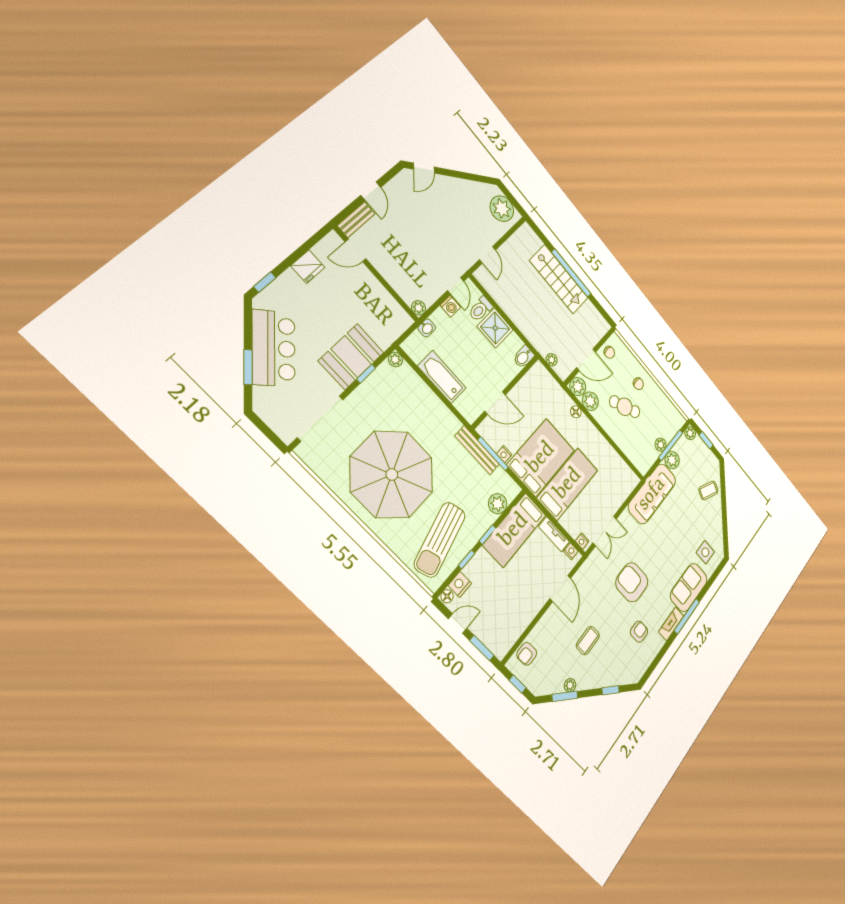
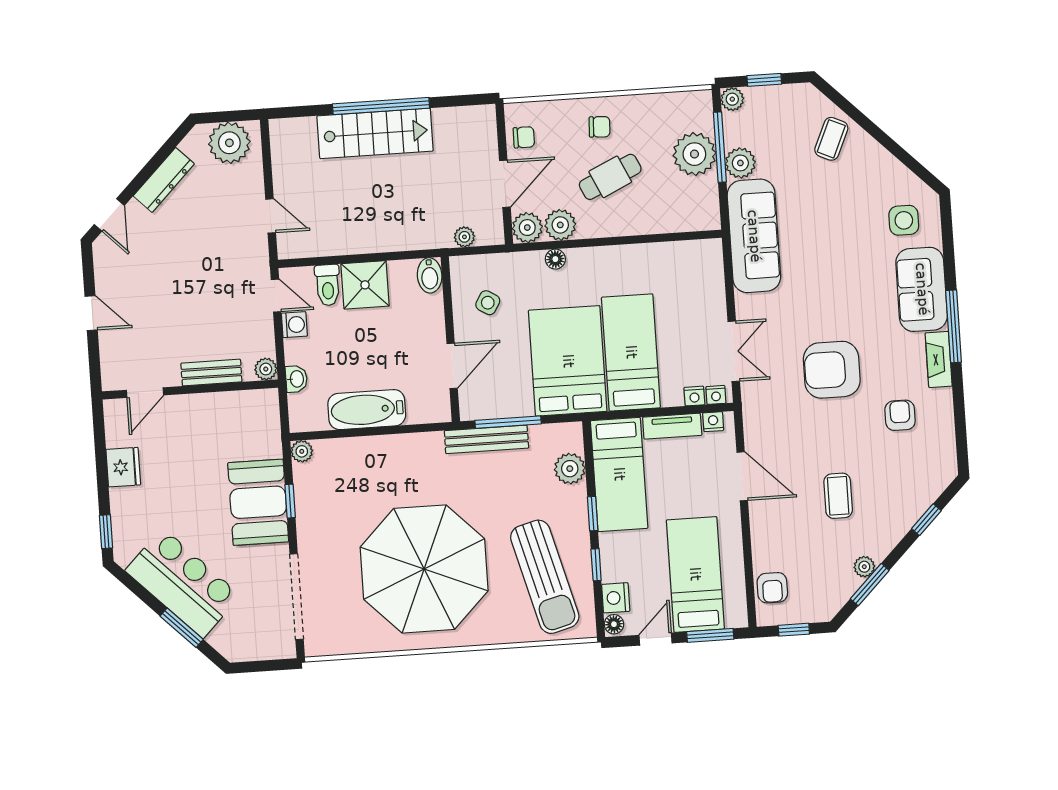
dresser: (461, 186) -> (164, 180), added
bench: (356, 220) -> (211, 373), moved, turned 90
side table: (534, 396) -> (488, 303), added
plant: (661, 445) -> (694, 154), width x1.88, depth x1.88
nightstand: (504, 454) -> (694, 396), moved
bed: (502, 612) -> (695, 574), added

